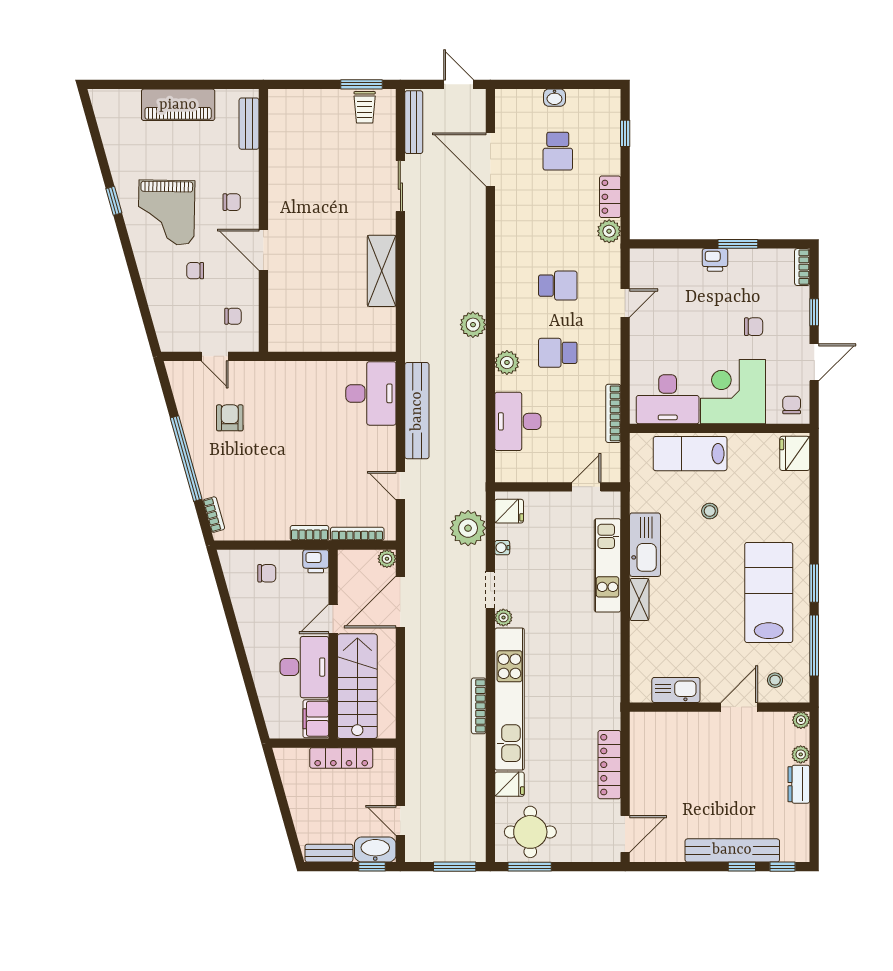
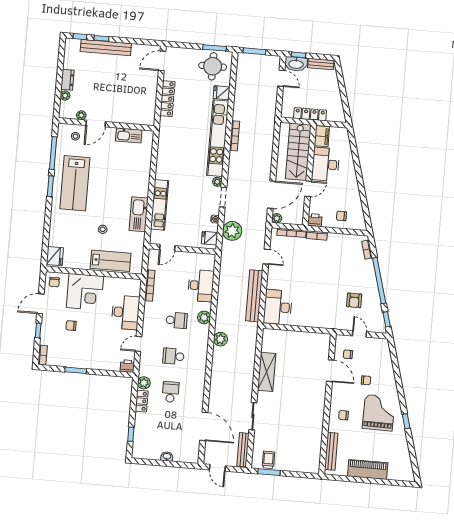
bench: (249, 124) -> (331, 451), width x1.36
school desk: (558, 151) -> (171, 392), moved
door: (263, 250) -> (330, 371), moved
printer: (715, 260) -> (127, 366), moved
window: (166, 388) -> (387, 319), added
desk: (668, 399) -> (125, 312), moved, turned 90
shelving: (639, 599) -> (144, 185), removed
plant: (801, 720) -> (81, 115), moved

